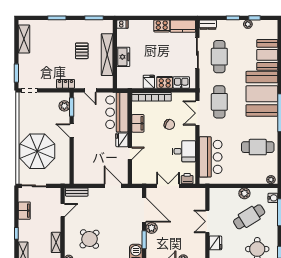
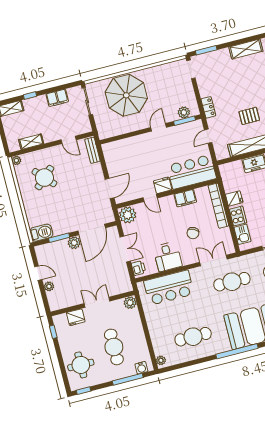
cafe table: (258, 147) -> (193, 337), turned 90
plant: (140, 176) -> (128, 215), added
plant: (244, 193) -> (130, 303), moved
cafe table: (249, 217) -> (114, 347), turned 32

